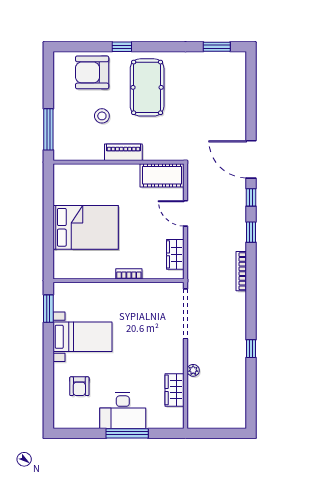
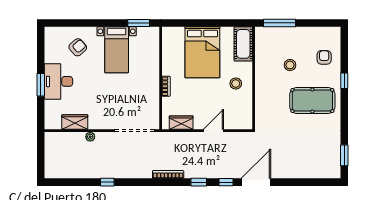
armchair: (92, 72) -> (324, 57), width x0.53, depth x0.53
piano: (123, 152) -> (261, 82), removed
cot: (162, 175) -> (243, 44), moved
stool: (125, 185) -> (236, 84), added
armchair: (79, 386) -> (78, 47), turned 139
window: (127, 433) -> (41, 85), width x0.69

